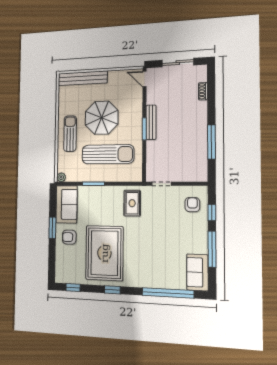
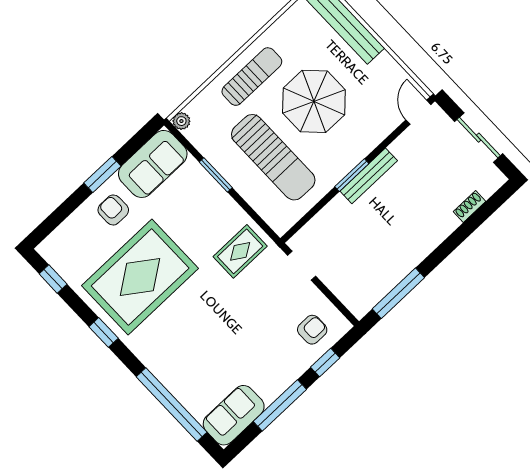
window: (211, 142) -> (398, 293), moved

